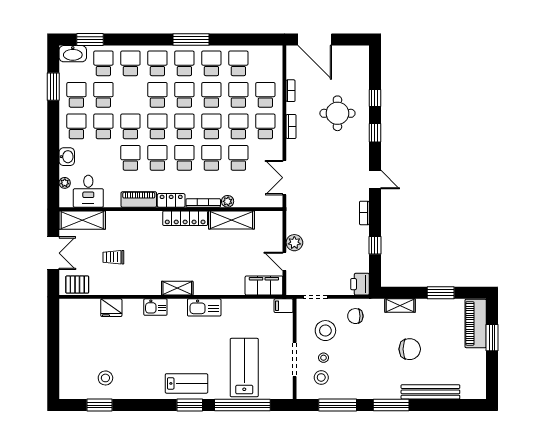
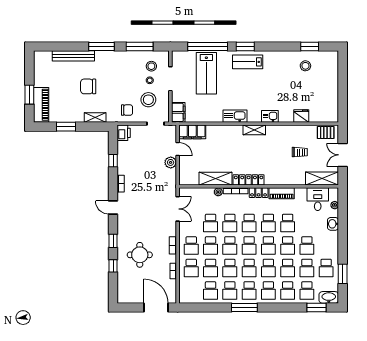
school desk: (76, 126) -> (288, 268), moved
filing cabinet: (284, 306) -> (178, 112), width x2.00

